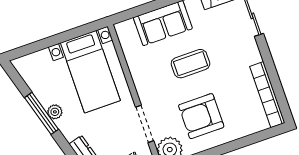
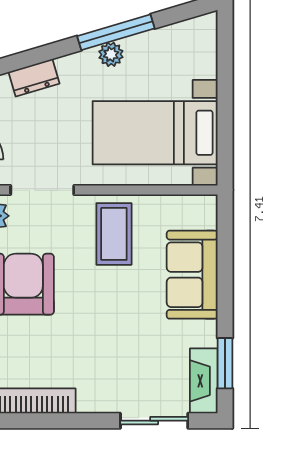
coffee table: (190, 64) -> (114, 234), moved

